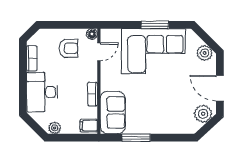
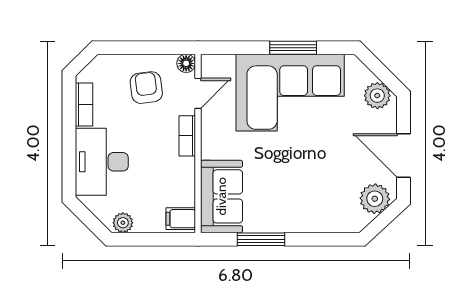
armchair: (68, 48) -> (146, 88), turned -97
bookcase: (93, 94) -> (187, 136), moved

